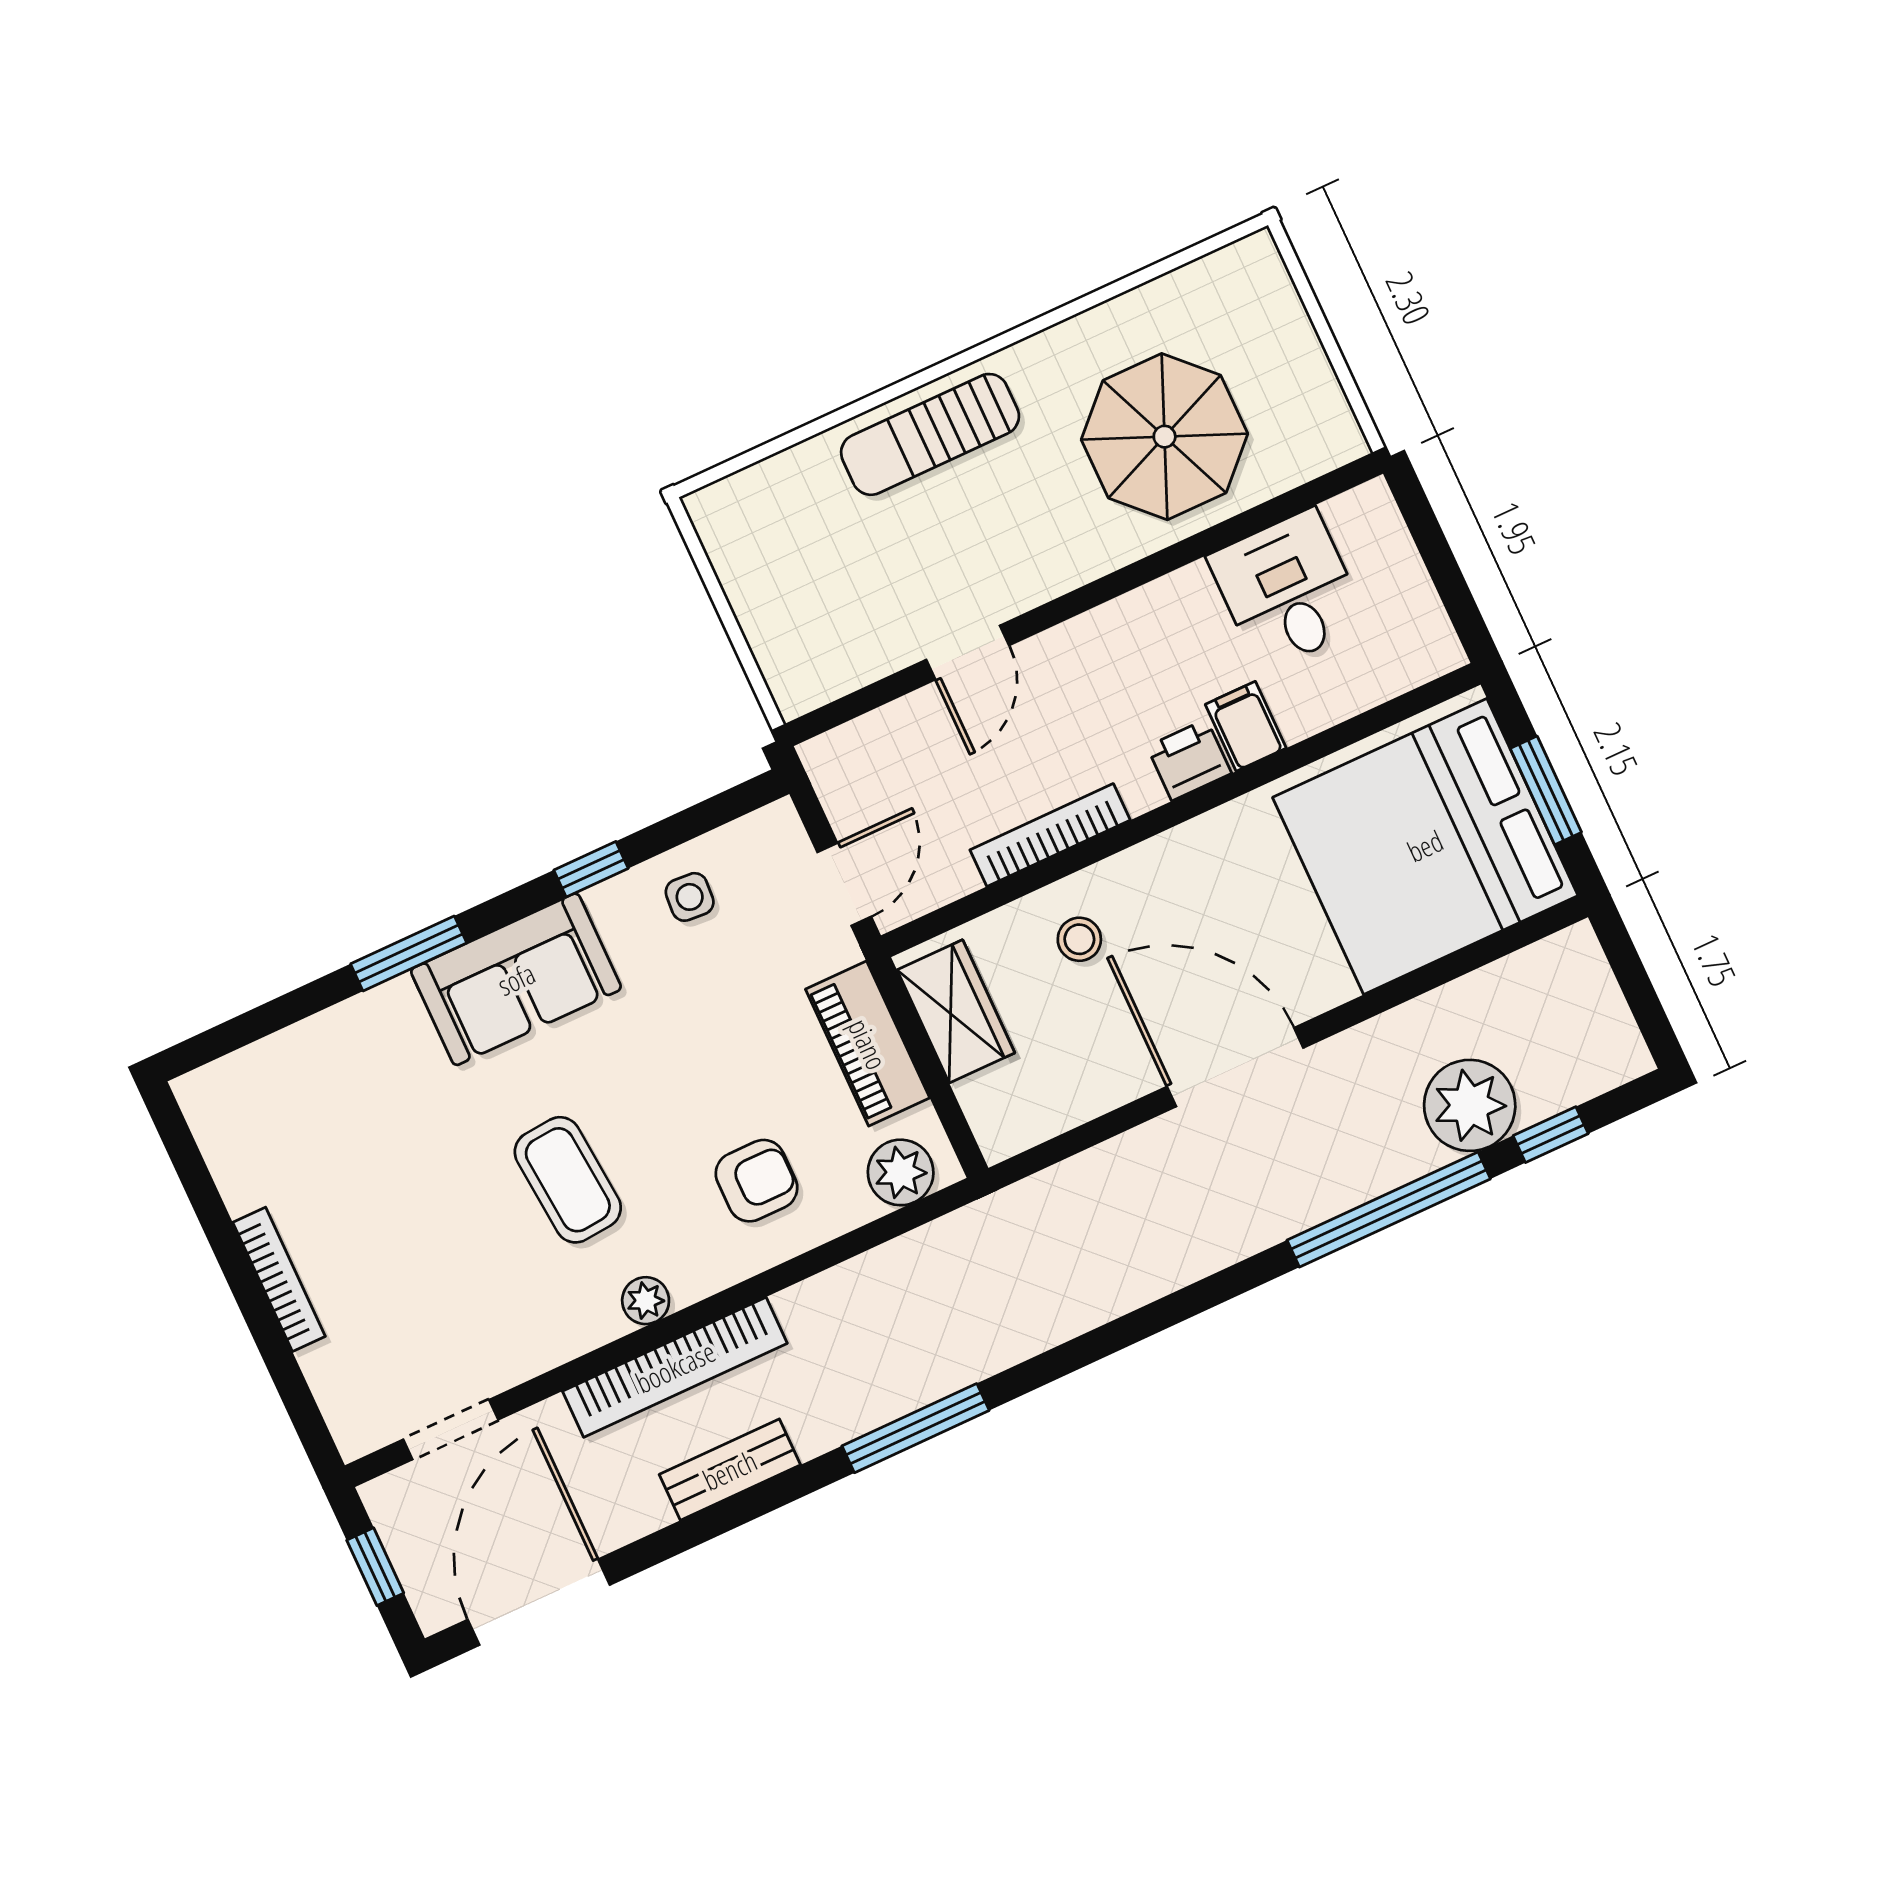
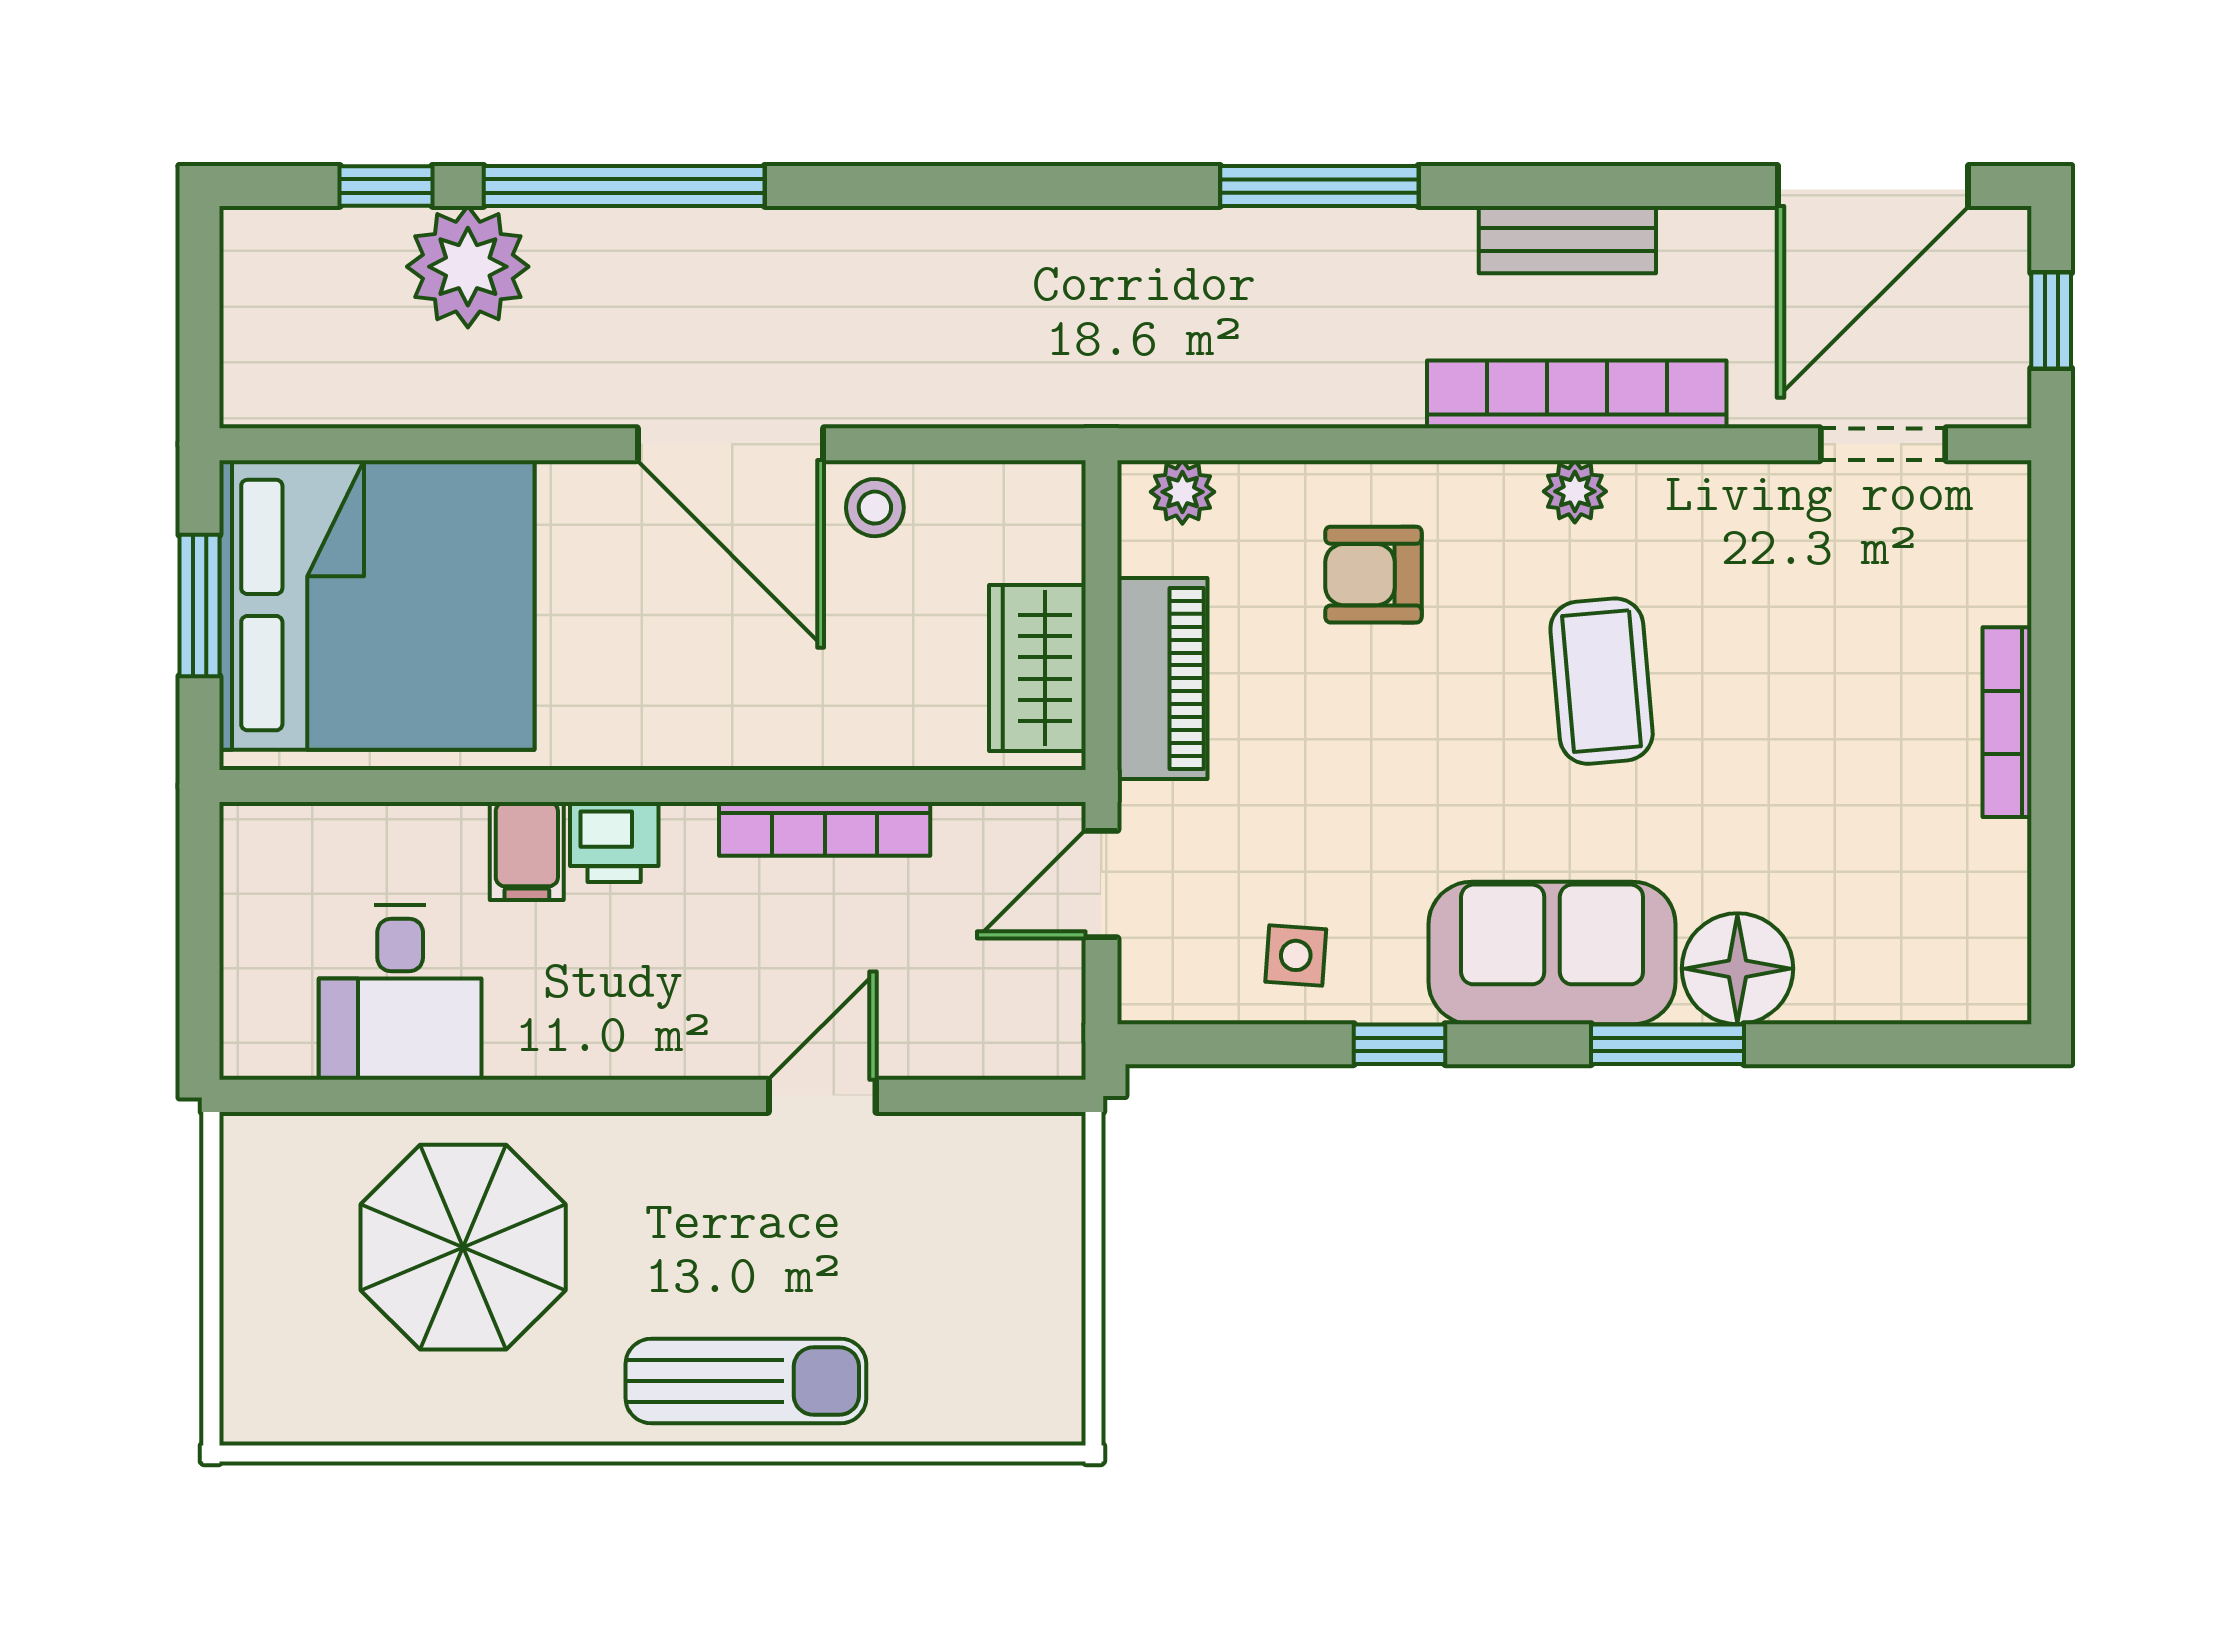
stool: (1079, 939) -> (875, 508), moved
floor lamp: (385, 1027) -> (1737, 969), added
plant: (901, 1172) -> (1182, 492), width x0.73, depth x0.73

